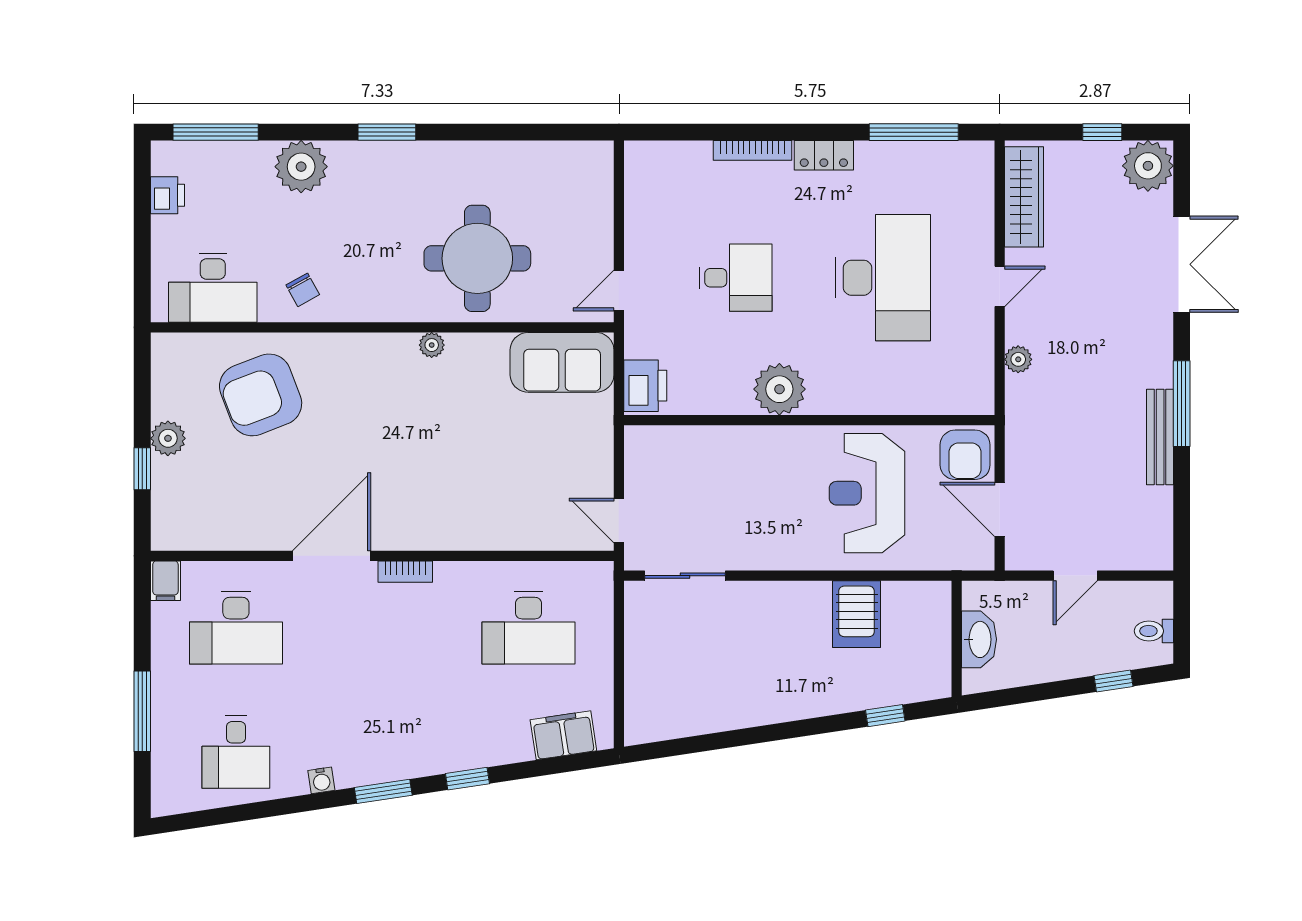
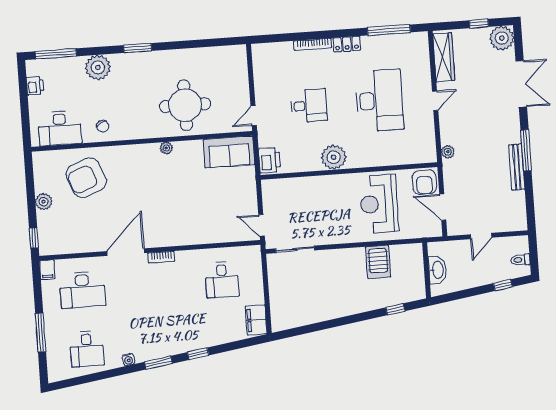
plant: (1018, 359) -> (448, 152), moved
window: (142, 469) -> (34, 238), moved
desk: (528, 628) -> (222, 280), width x0.73
filing cabinet: (563, 735) -> (256, 320), moved, turned -81

